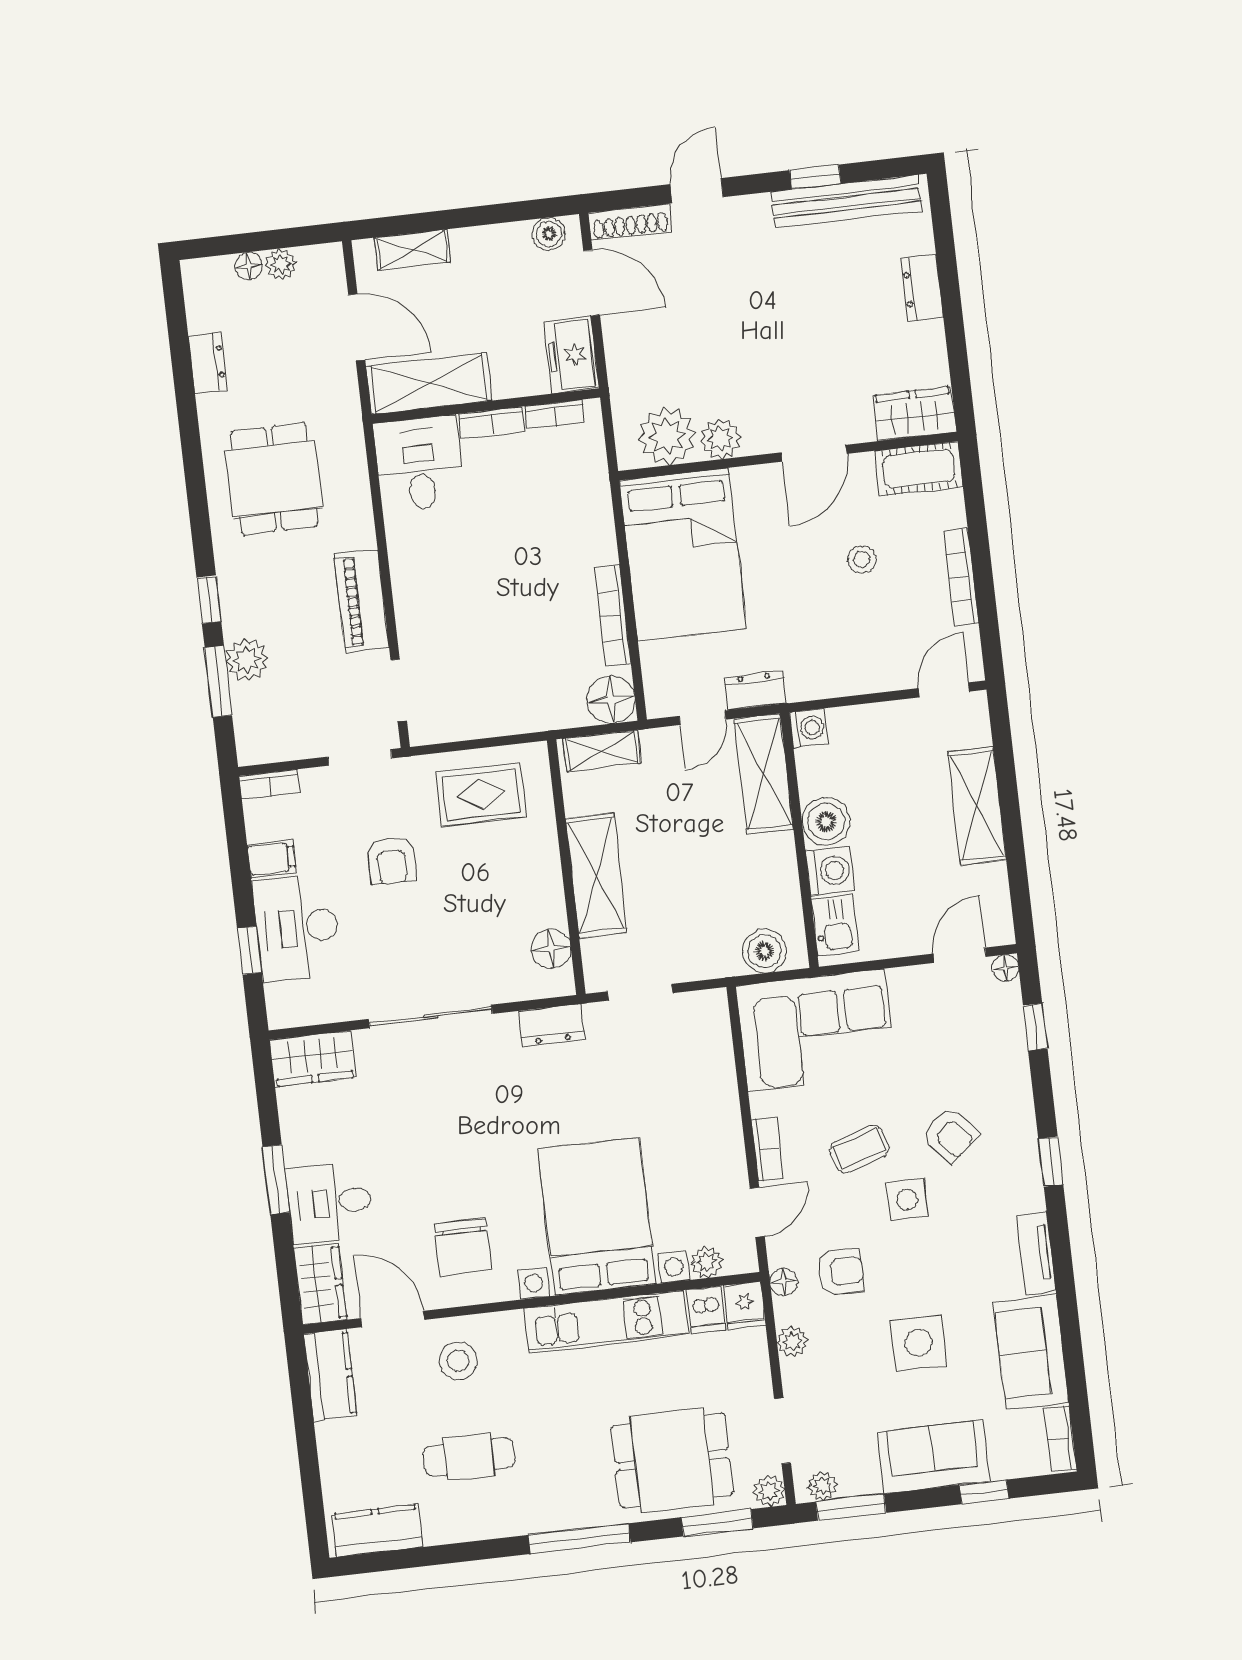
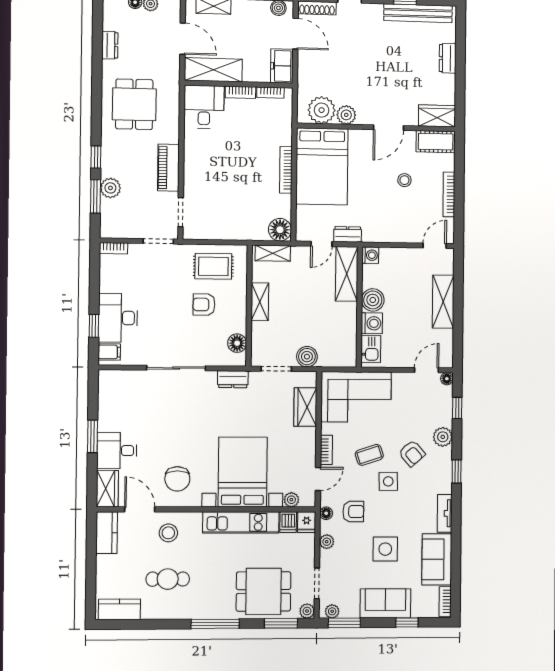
bookcase: (613, 616) -> (286, 170), moved
filing cabinet: (272, 859) -> (109, 352), moved
armchair: (391, 861) -> (204, 305), moved, turned 90
shelving: (596, 875) -> (260, 302), width x0.67, depth x0.75
boiler: (764, 951) -> (307, 357), moved
wardrobe: (313, 1059) -> (305, 407), moved, turned 90
plant: (1012, 1092) -> (443, 437), added

